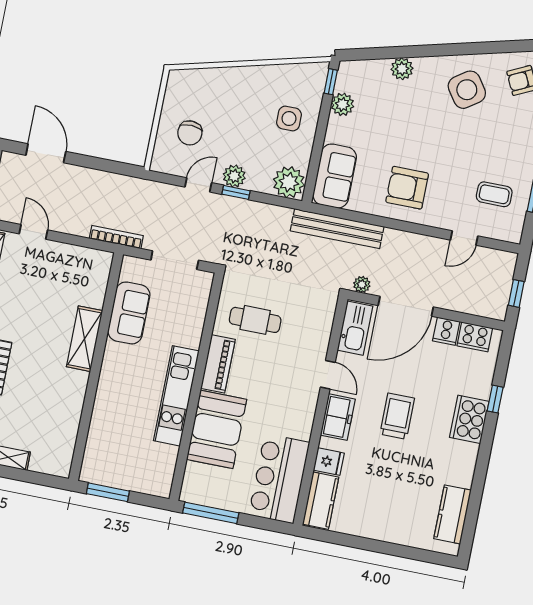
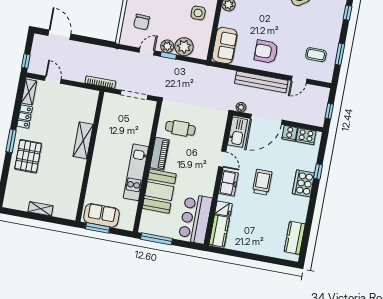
plant: (289, 182) -> (184, 47), moved
bench: (337, 229) -> (261, 82), moved
sofa: (129, 313) -> (101, 215), moved, turned -90

